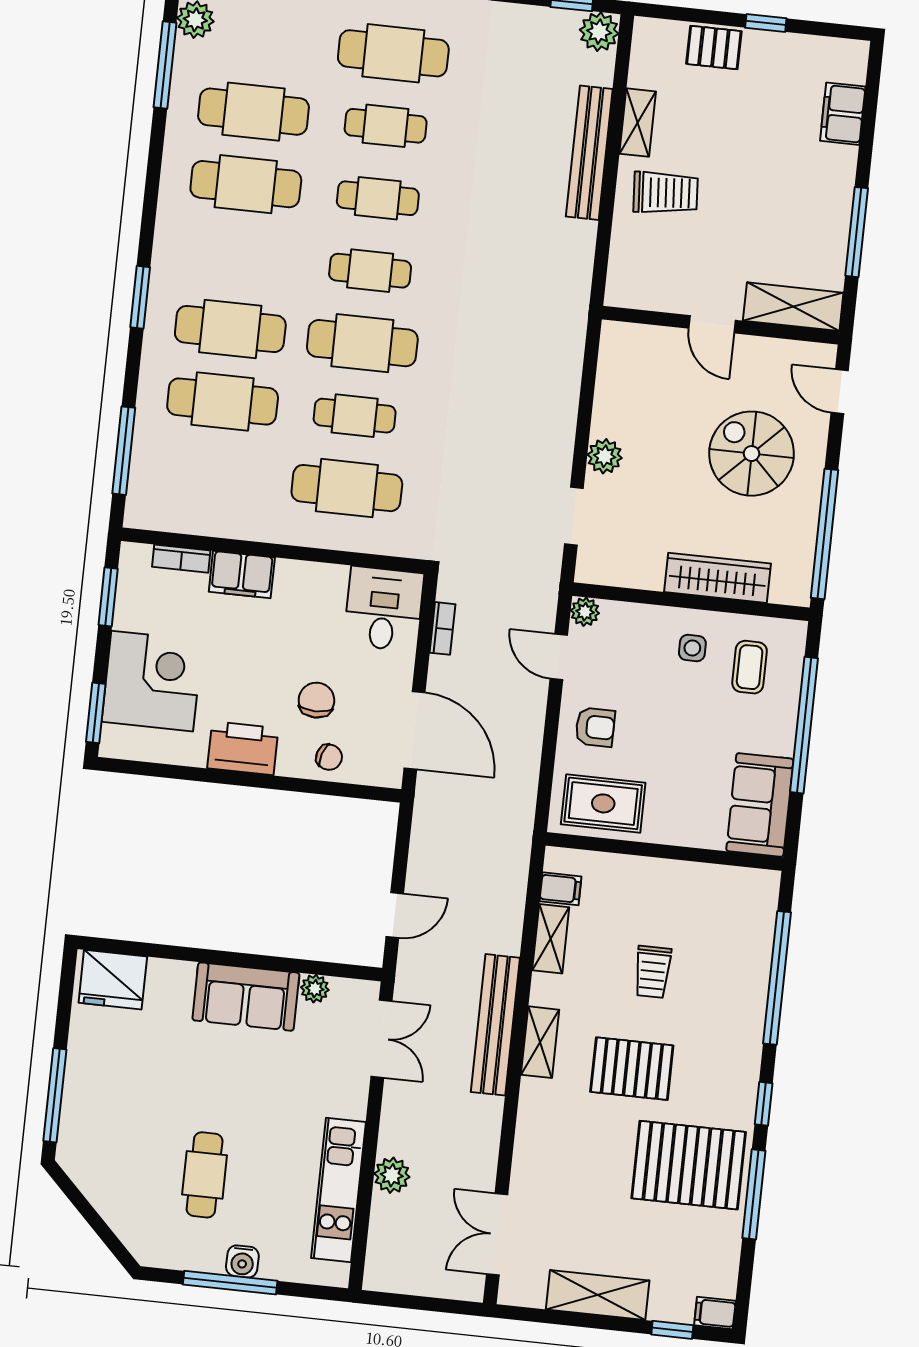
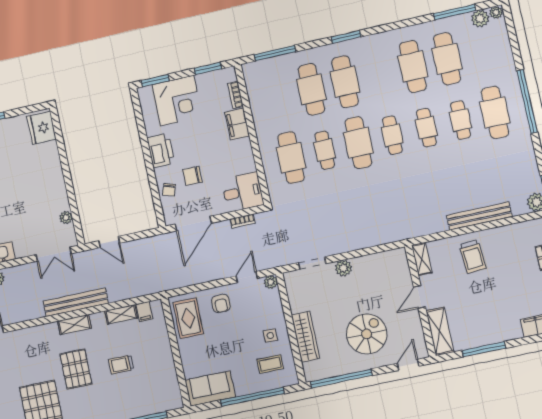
shelving: (638, 123) -> (422, 259), moved, turned 90
chair: (316, 700) -> (192, 176), turned 180
sofa: (246, 997) -> (53, 188), removed

